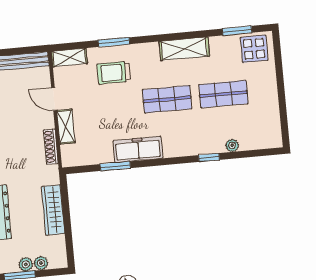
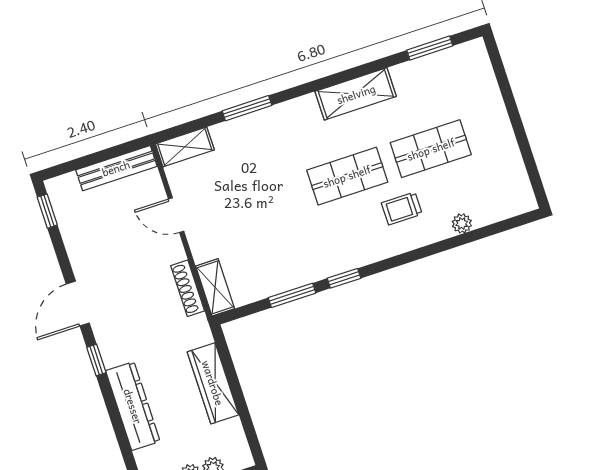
display table: (254, 49) -> (462, 70), removed
trolley: (114, 73) -> (402, 208), moved, width x0.73, depth x0.72
shelving: (66, 127) -> (215, 287), moved
freezer: (138, 149) -> (321, 262), removed
window: (209, 157) -> (344, 278), moved

